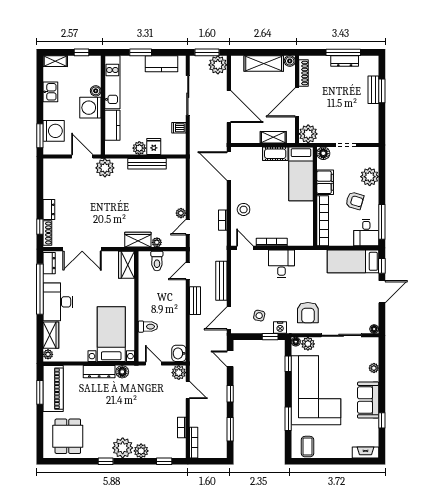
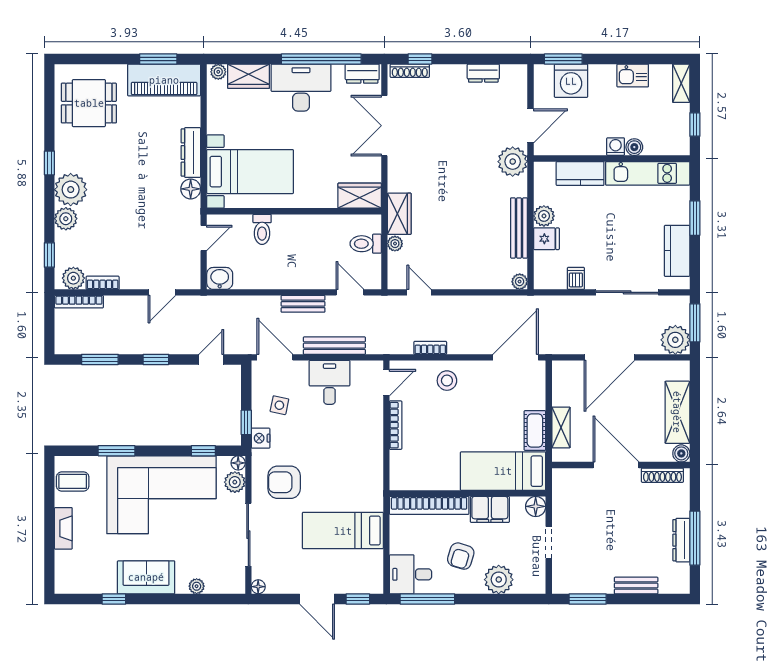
window: (382, 91) -> (588, 599), moved
washing machine: (90, 108) -> (616, 147), width x0.53, depth x0.53
plant: (308, 134) -> (566, 483), removed
dresser: (49, 209) -> (483, 73), moved
plant: (181, 213) -> (520, 282), moved
bed: (353, 261) -> (343, 531), moved, turned -90
desk: (281, 264) -> (330, 382), moved, turned -90
plant: (179, 373) -> (73, 278), moved
fireplace: (366, 452) -> (63, 528), moved

